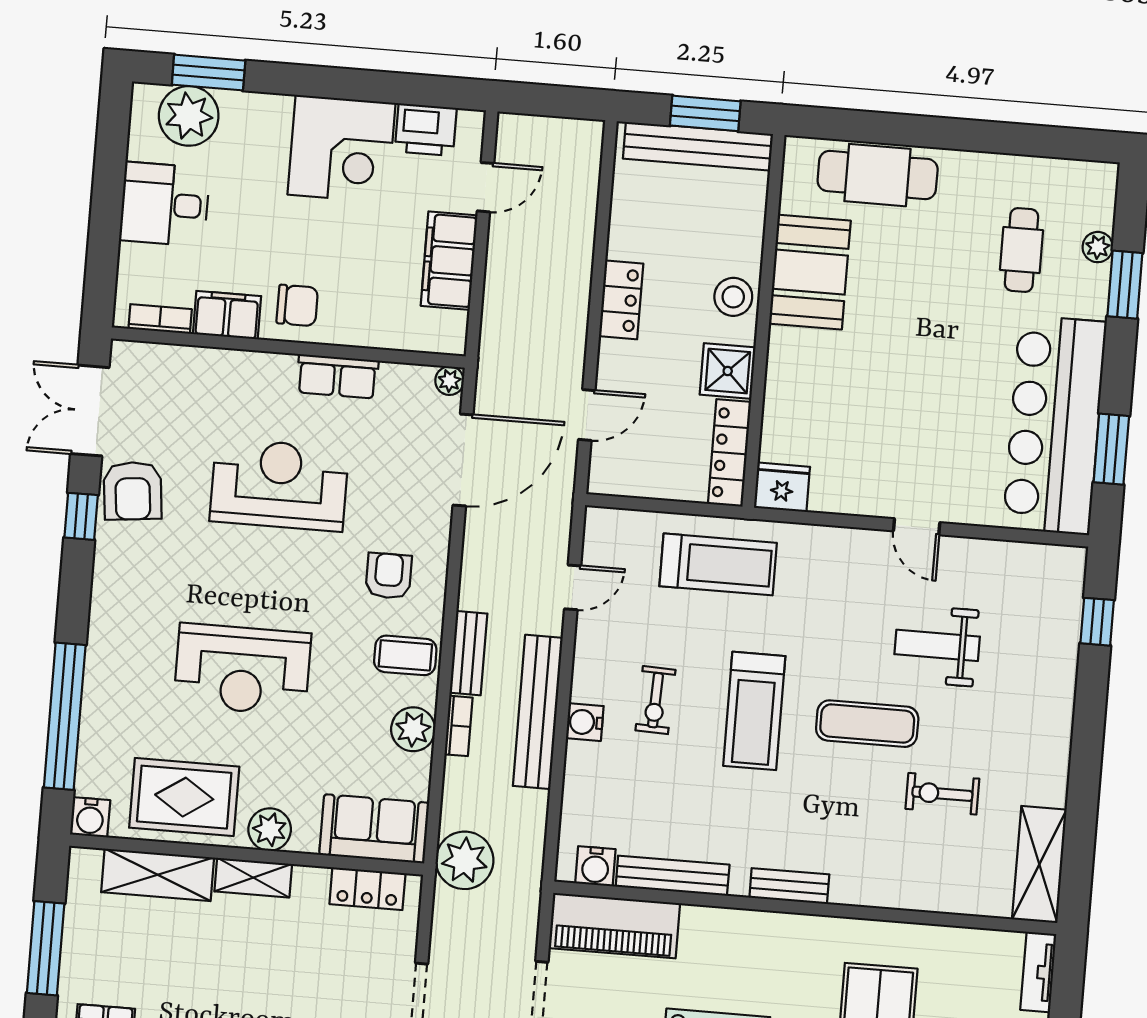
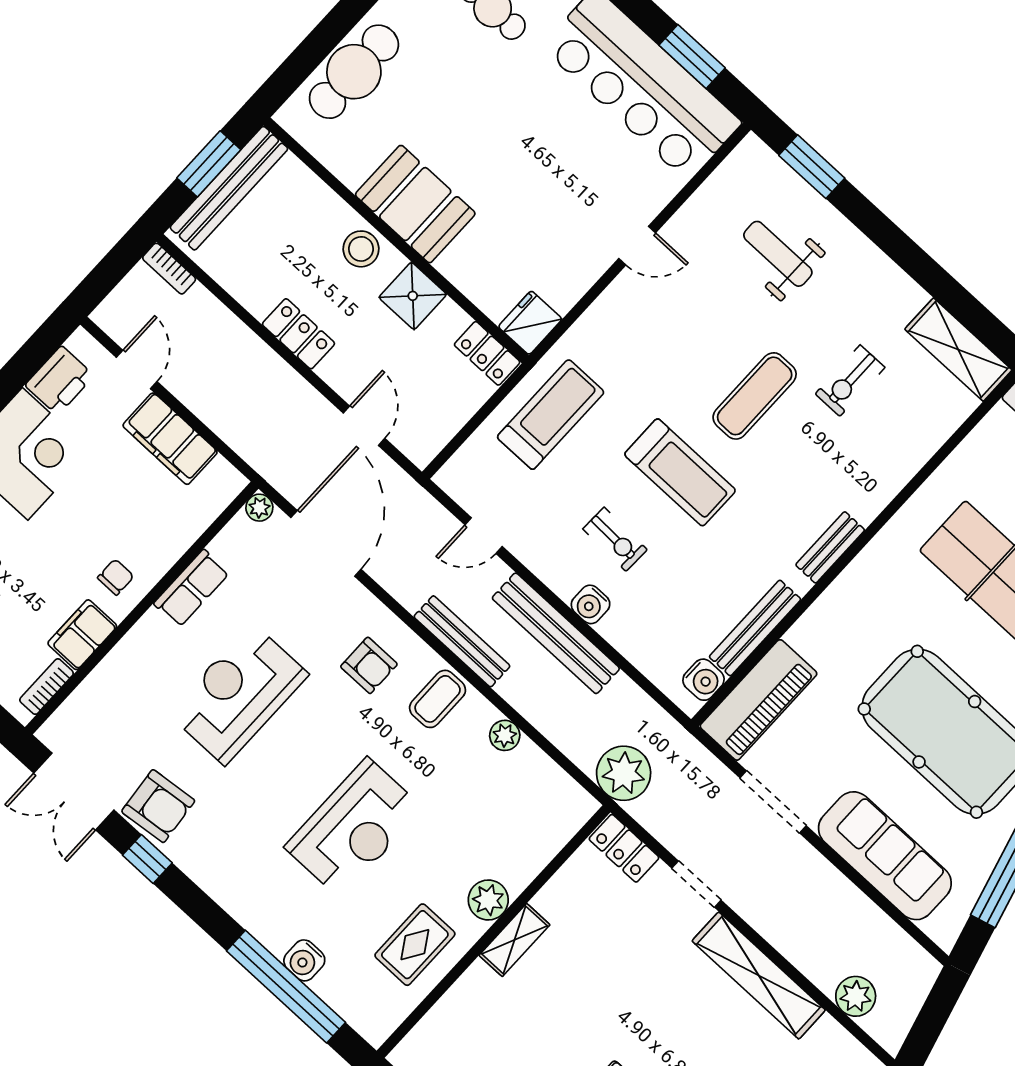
booth: (810, 272) -> (415, 204), moved
chair: (297, 305) -> (116, 577), width x0.73, depth x0.73
locker: (729, 453) -> (487, 353), width x0.66
armchair: (389, 576) -> (369, 665), turned 180
door: (573, 587) -> (484, 536), swing flipped
window: (1097, 622) -> (812, 167), width x1.50
weight bench: (937, 645) -> (778, 254), moved, turned 90
bench: (468, 653) -> (462, 641), width x1.36
bookcase: (459, 726) -> (169, 269), moved, turned 180
plant: (413, 729) -> (505, 735), width x0.73, depth x0.73
rug: (184, 797) -> (415, 945), width x0.73, depth x0.70
water cooler: (90, 817) -> (304, 960), moved, turned 90
sofa: (374, 829) -> (548, 822), removed
shelving: (158, 875) -> (457, 1009), removed
locker: (367, 889) -> (624, 848), moved, turned 90

